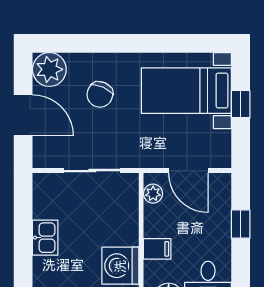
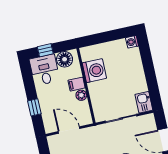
plant: (153, 194) -> (81, 95), moved
kitchen sink: (45, 238) -> (144, 102), moved

